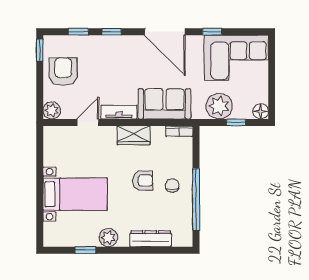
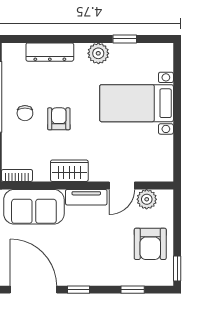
window: (112, 32) -> (79, 290), moved
plant: (52, 110) -> (147, 199), moved
armchair: (143, 180) -> (59, 119), turned 90

